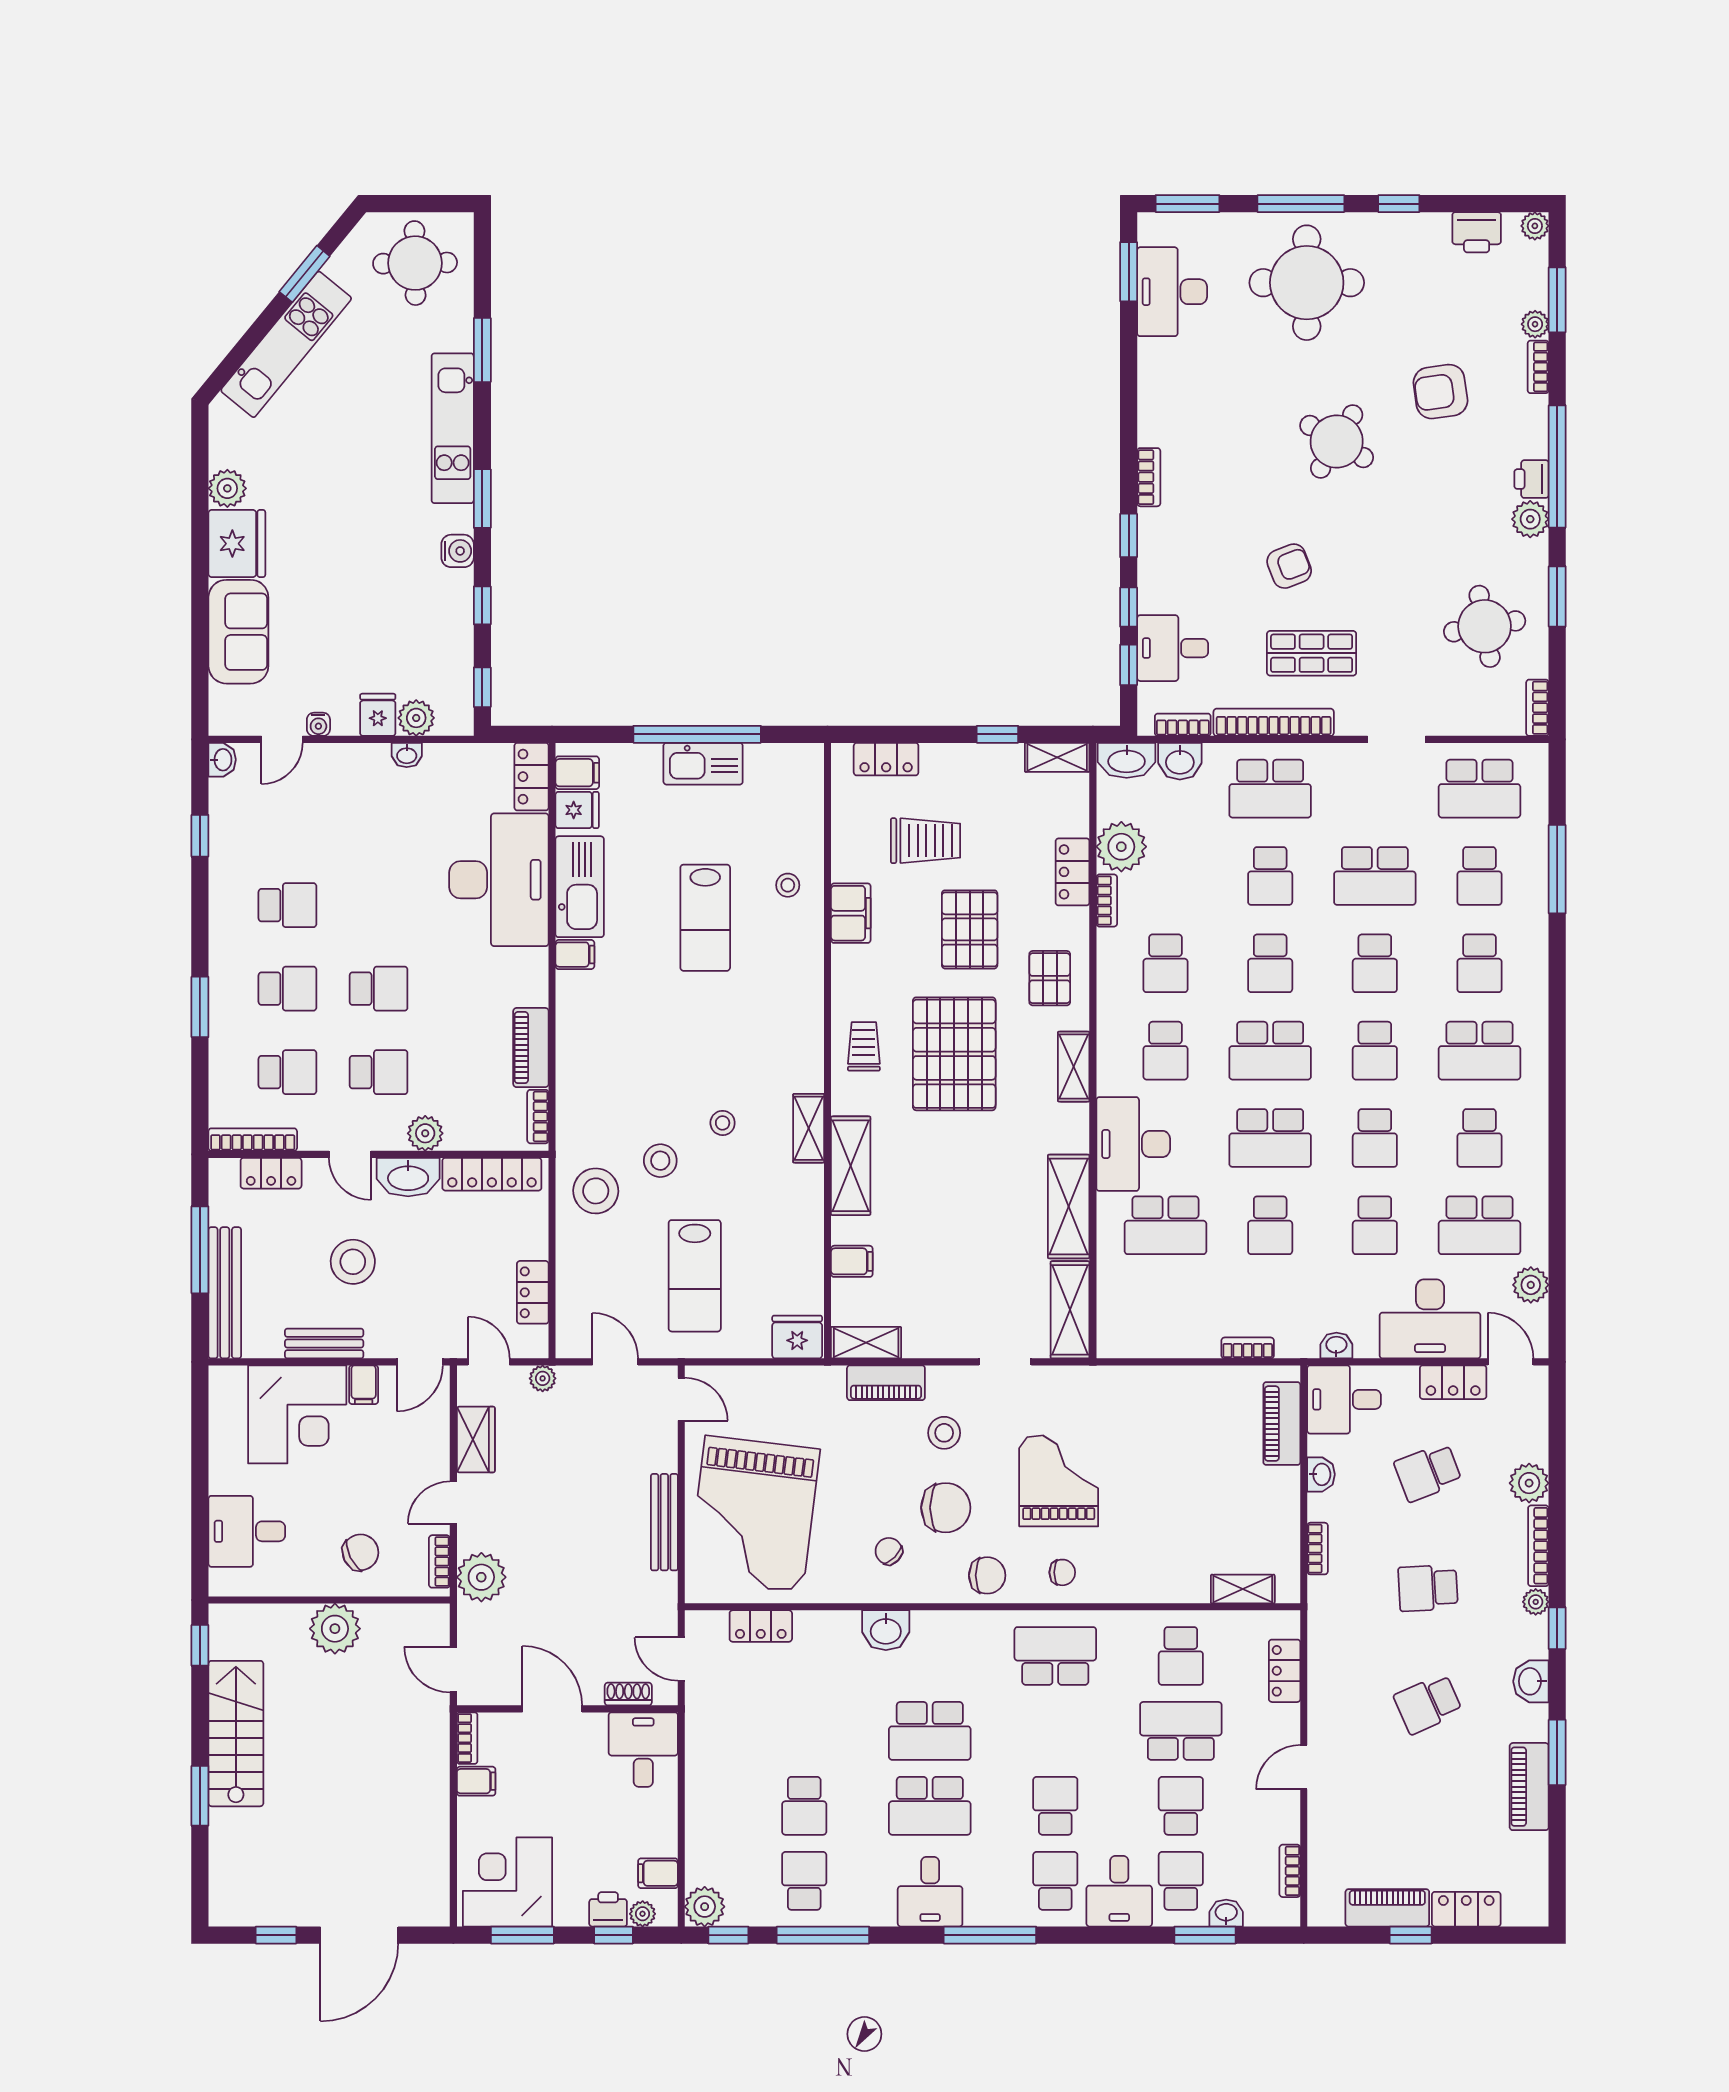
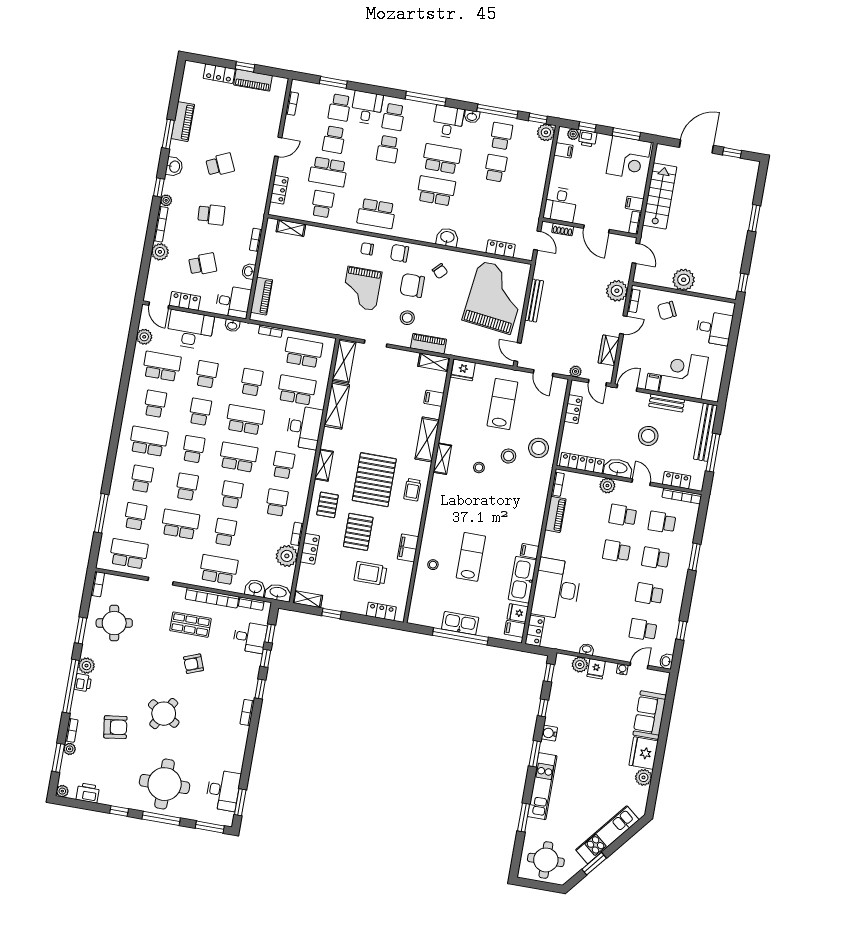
school desk: (287, 822) -> (643, 630), added
school desk: (1165, 1313) -> (303, 353), added
stairs: (236, 1734) -> (660, 196), moved, turned 180
school desk: (804, 1881) -> (501, 136), turned 180
washbasin: (1226, 1913) -> (472, 117), moved

